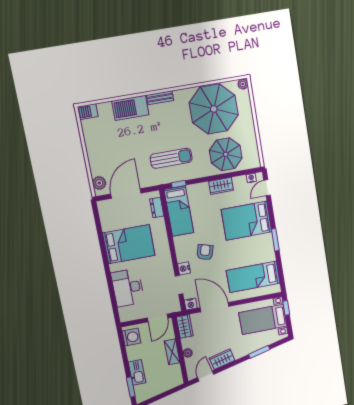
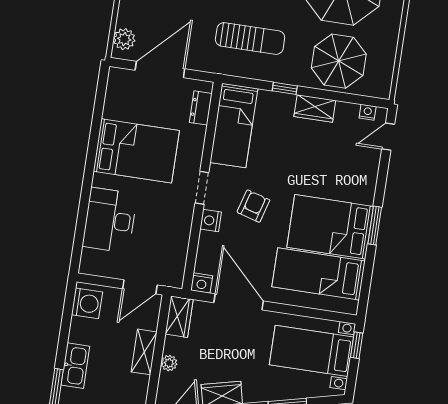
window: (179, 184) -> (285, 88), moved
bed: (246, 221) -> (330, 227), moved
doorway: (179, 285) -> (202, 188), moved

